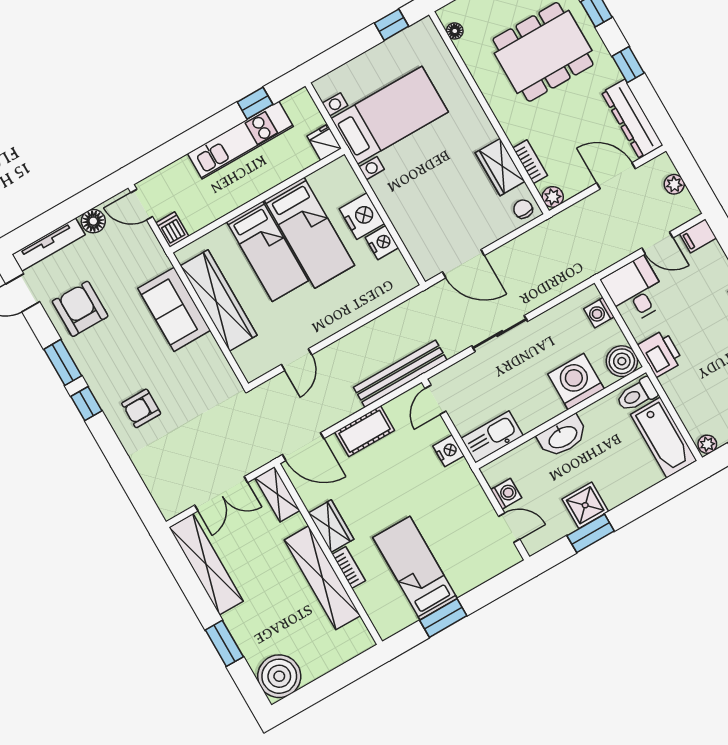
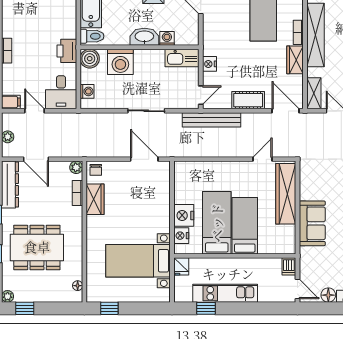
nightstand: (382, 243) -> (181, 236), moved
wardrobe: (219, 300) -> (286, 194), moved
washing machine: (506, 494) -> (167, 38), moved, turned 90

